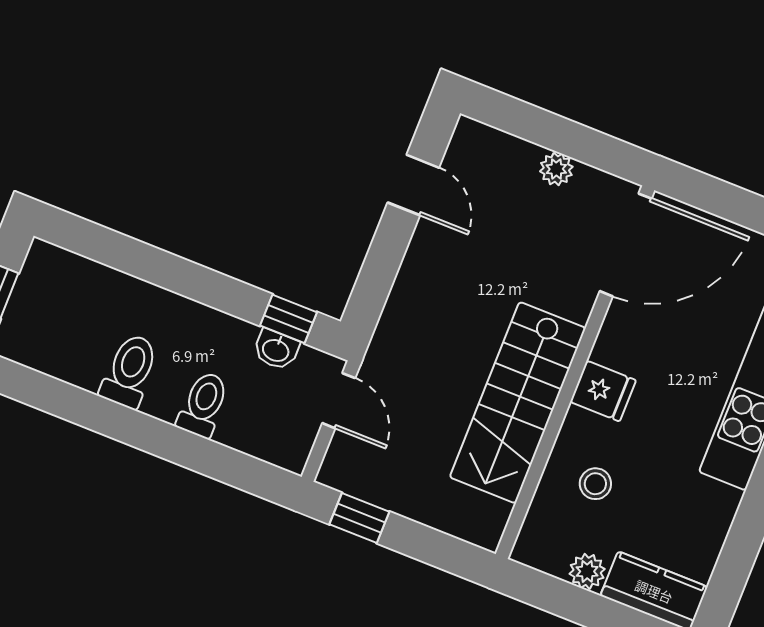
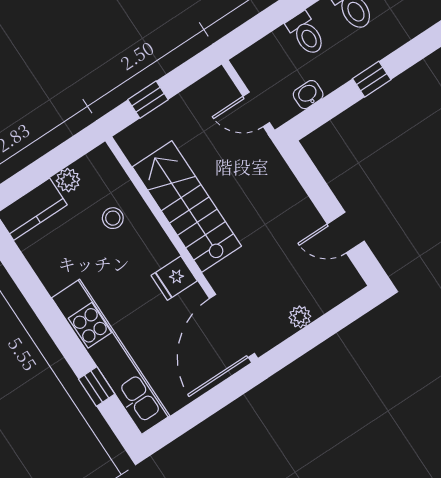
window: (289, 319) -> (372, 79), moved
fridge: (603, 391) -> (174, 278), moved
window: (359, 518) -> (148, 100), moved

